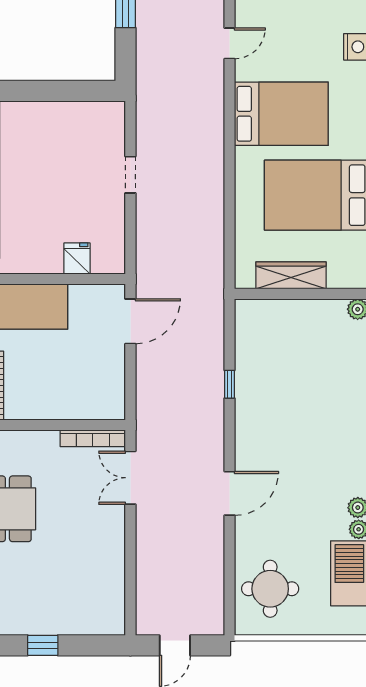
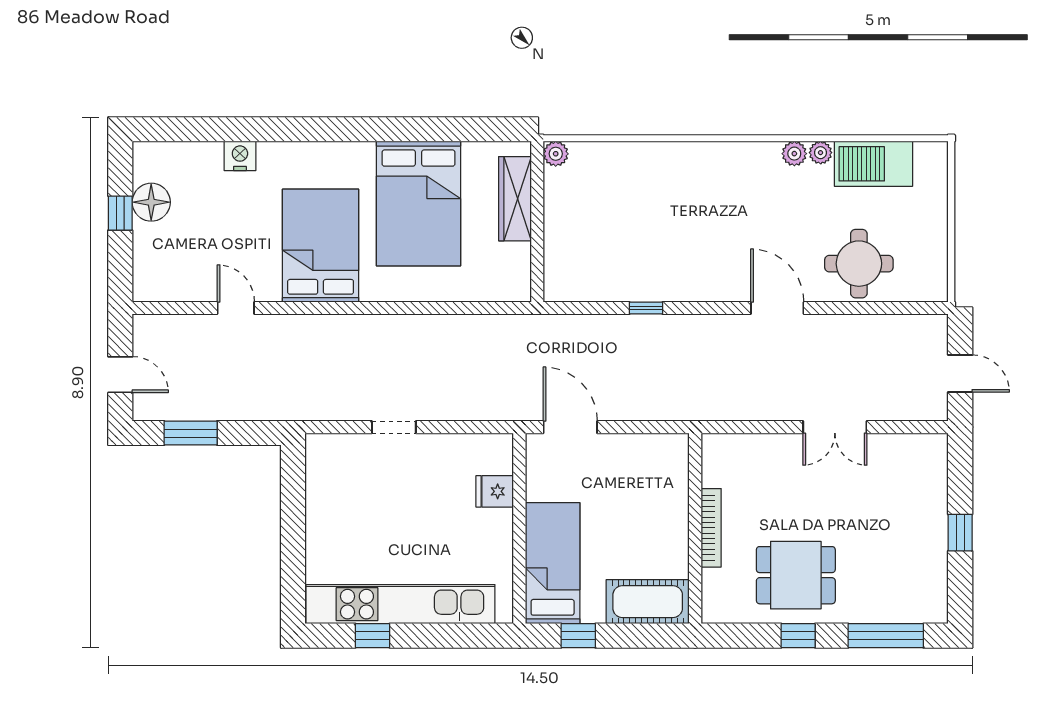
wardrobe: (291, 275) -> (515, 199), moved
bookcase: (93, 438) -> (711, 528), moved
double door: (130, 478) -> (835, 427), moved
round table: (270, 589) -> (859, 264), moved

